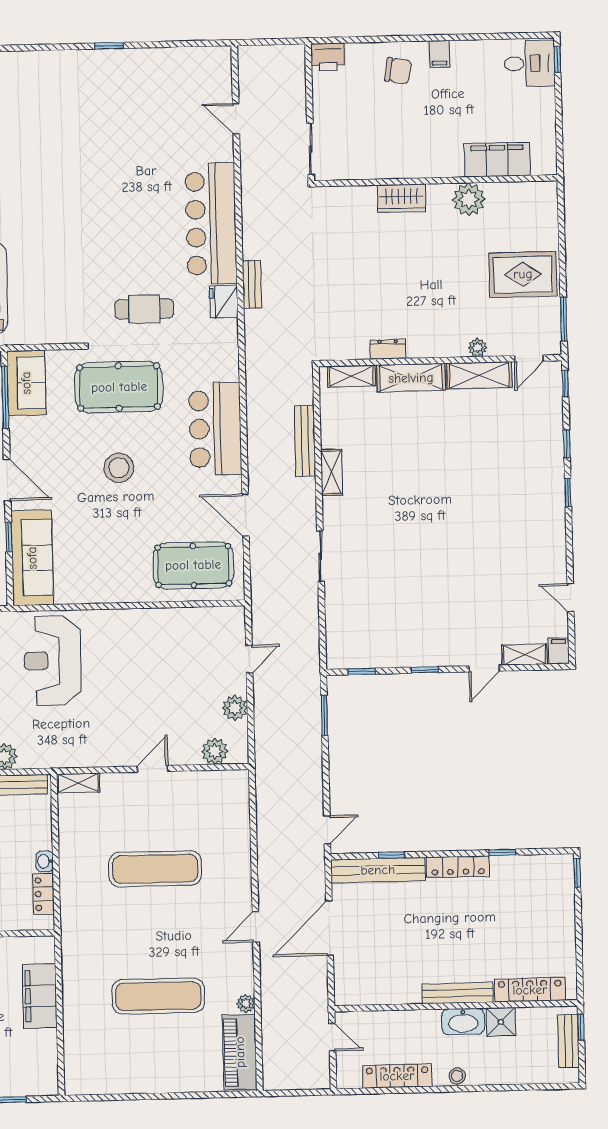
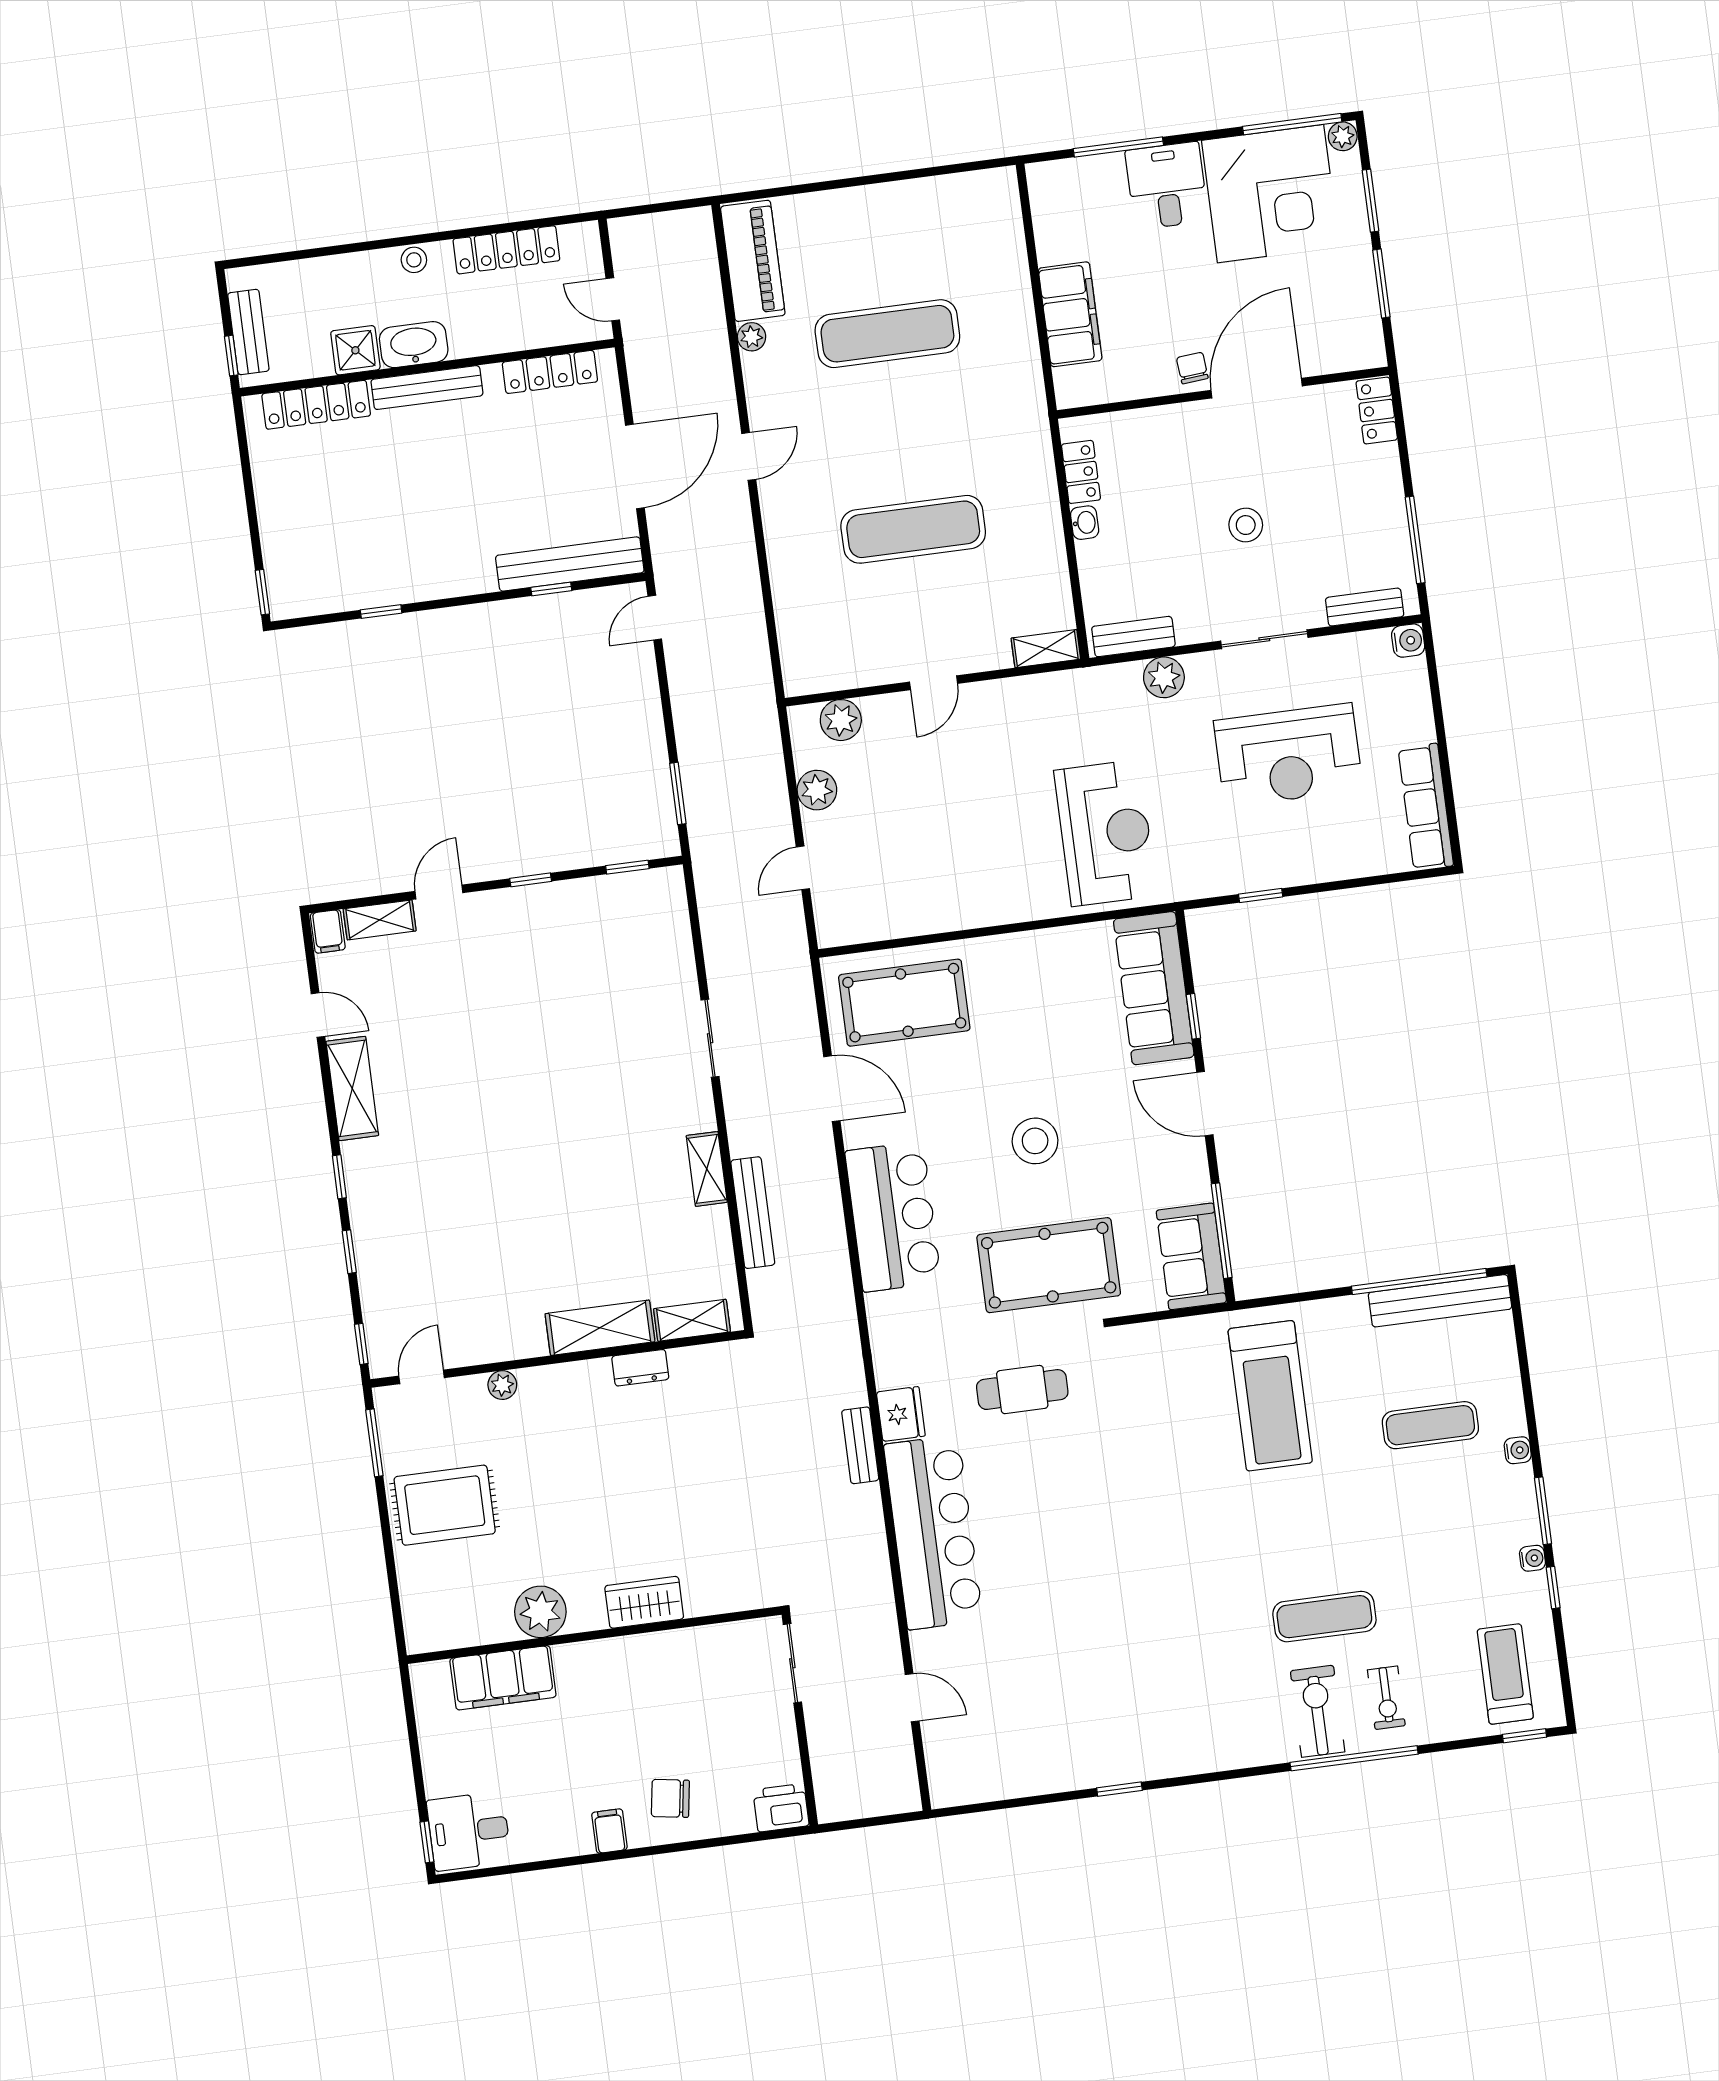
shelving: (479, 375) -> (352, 1088), moved, turned 90
locker: (458, 867) -> (550, 372), moved, turned 180

